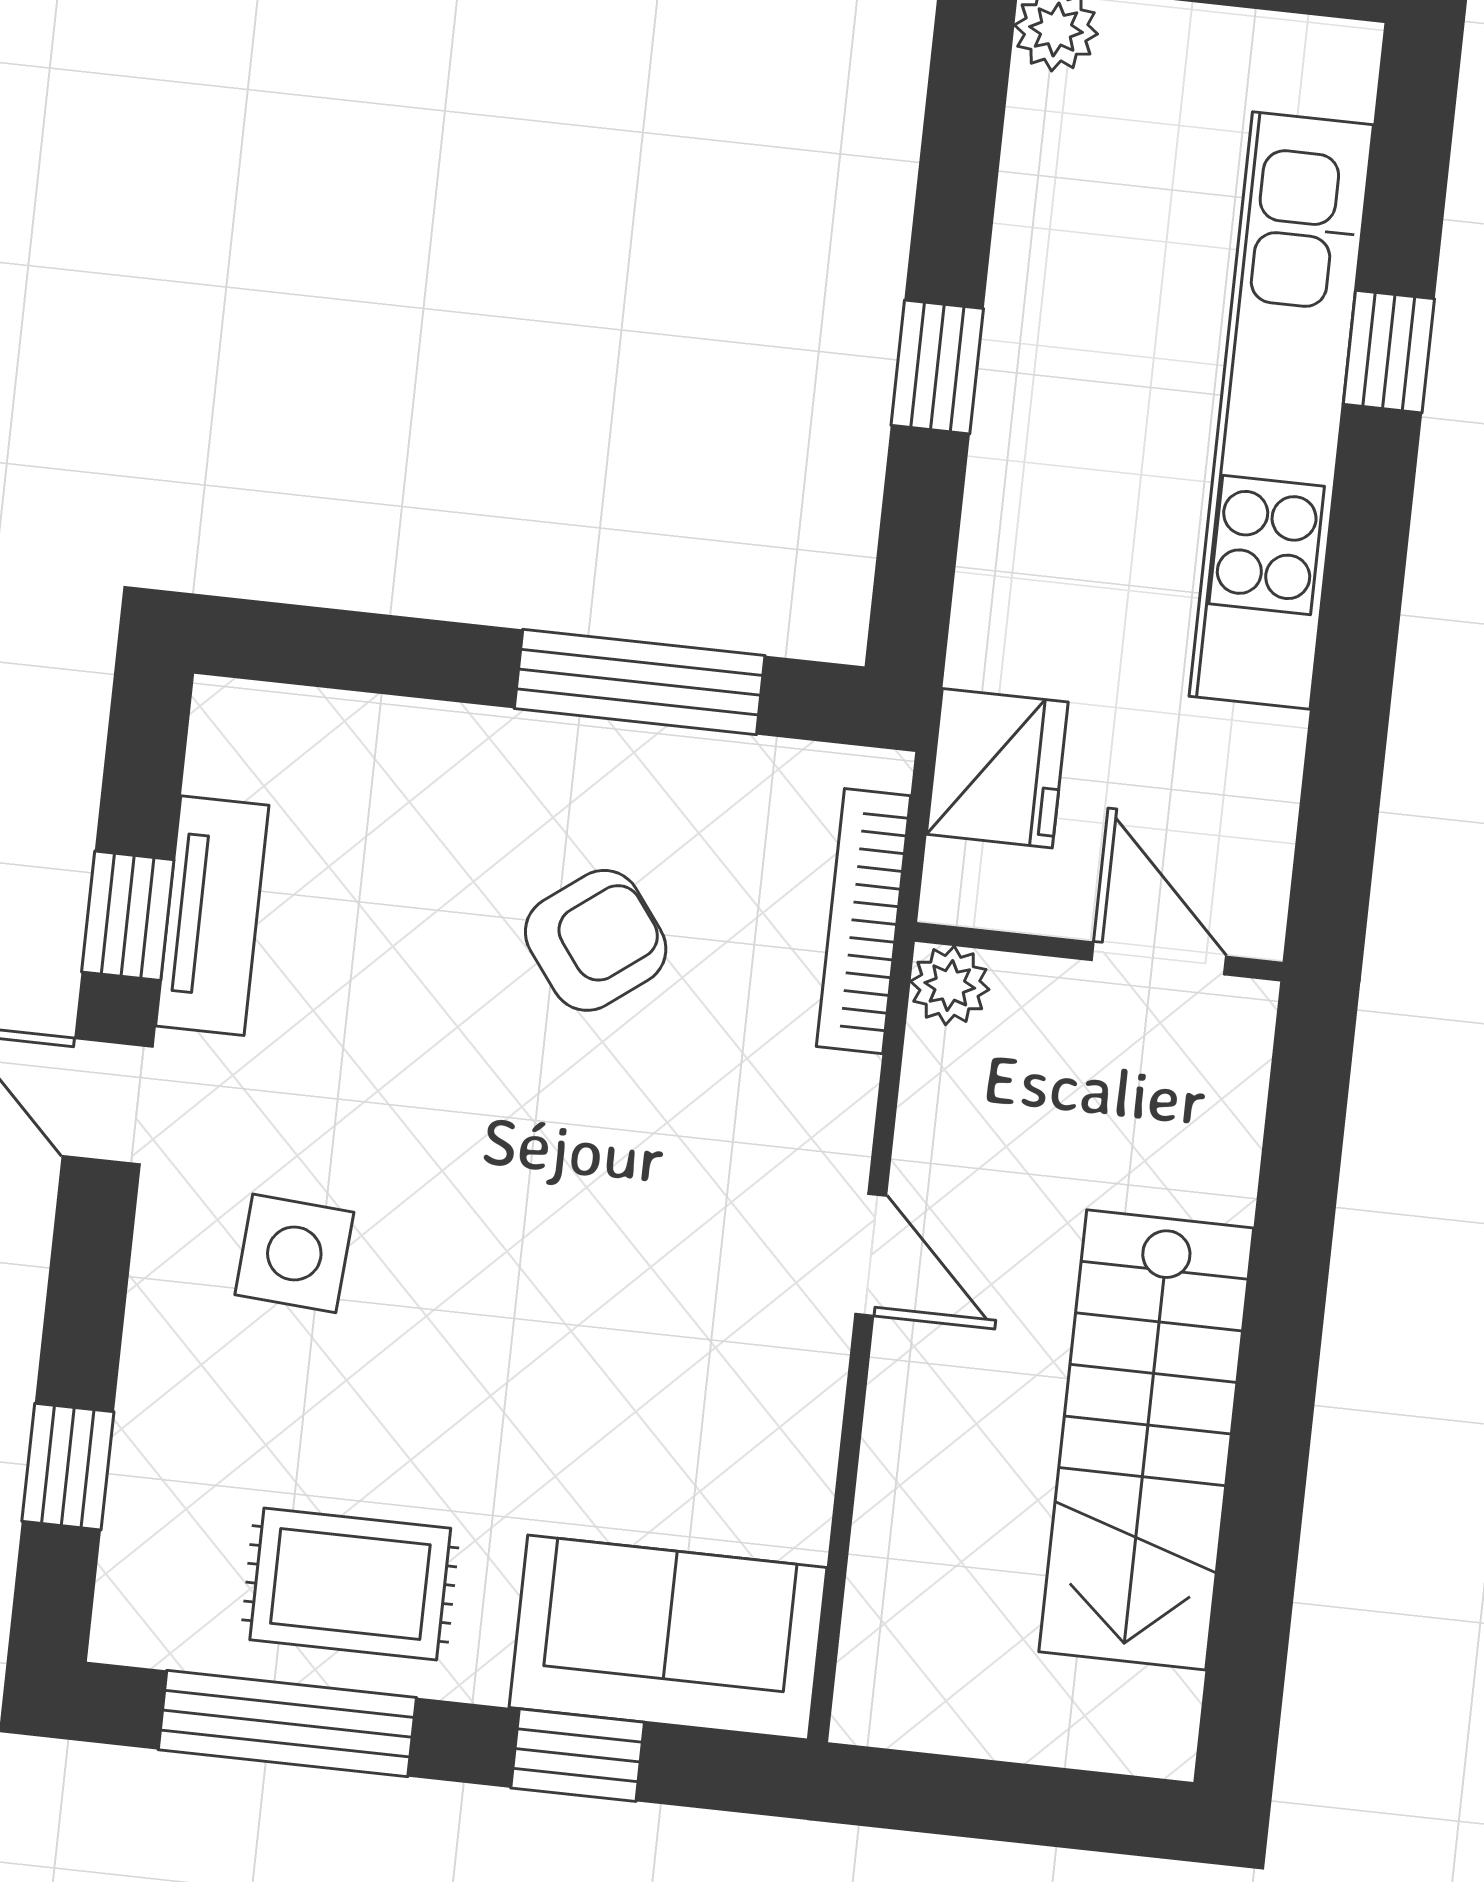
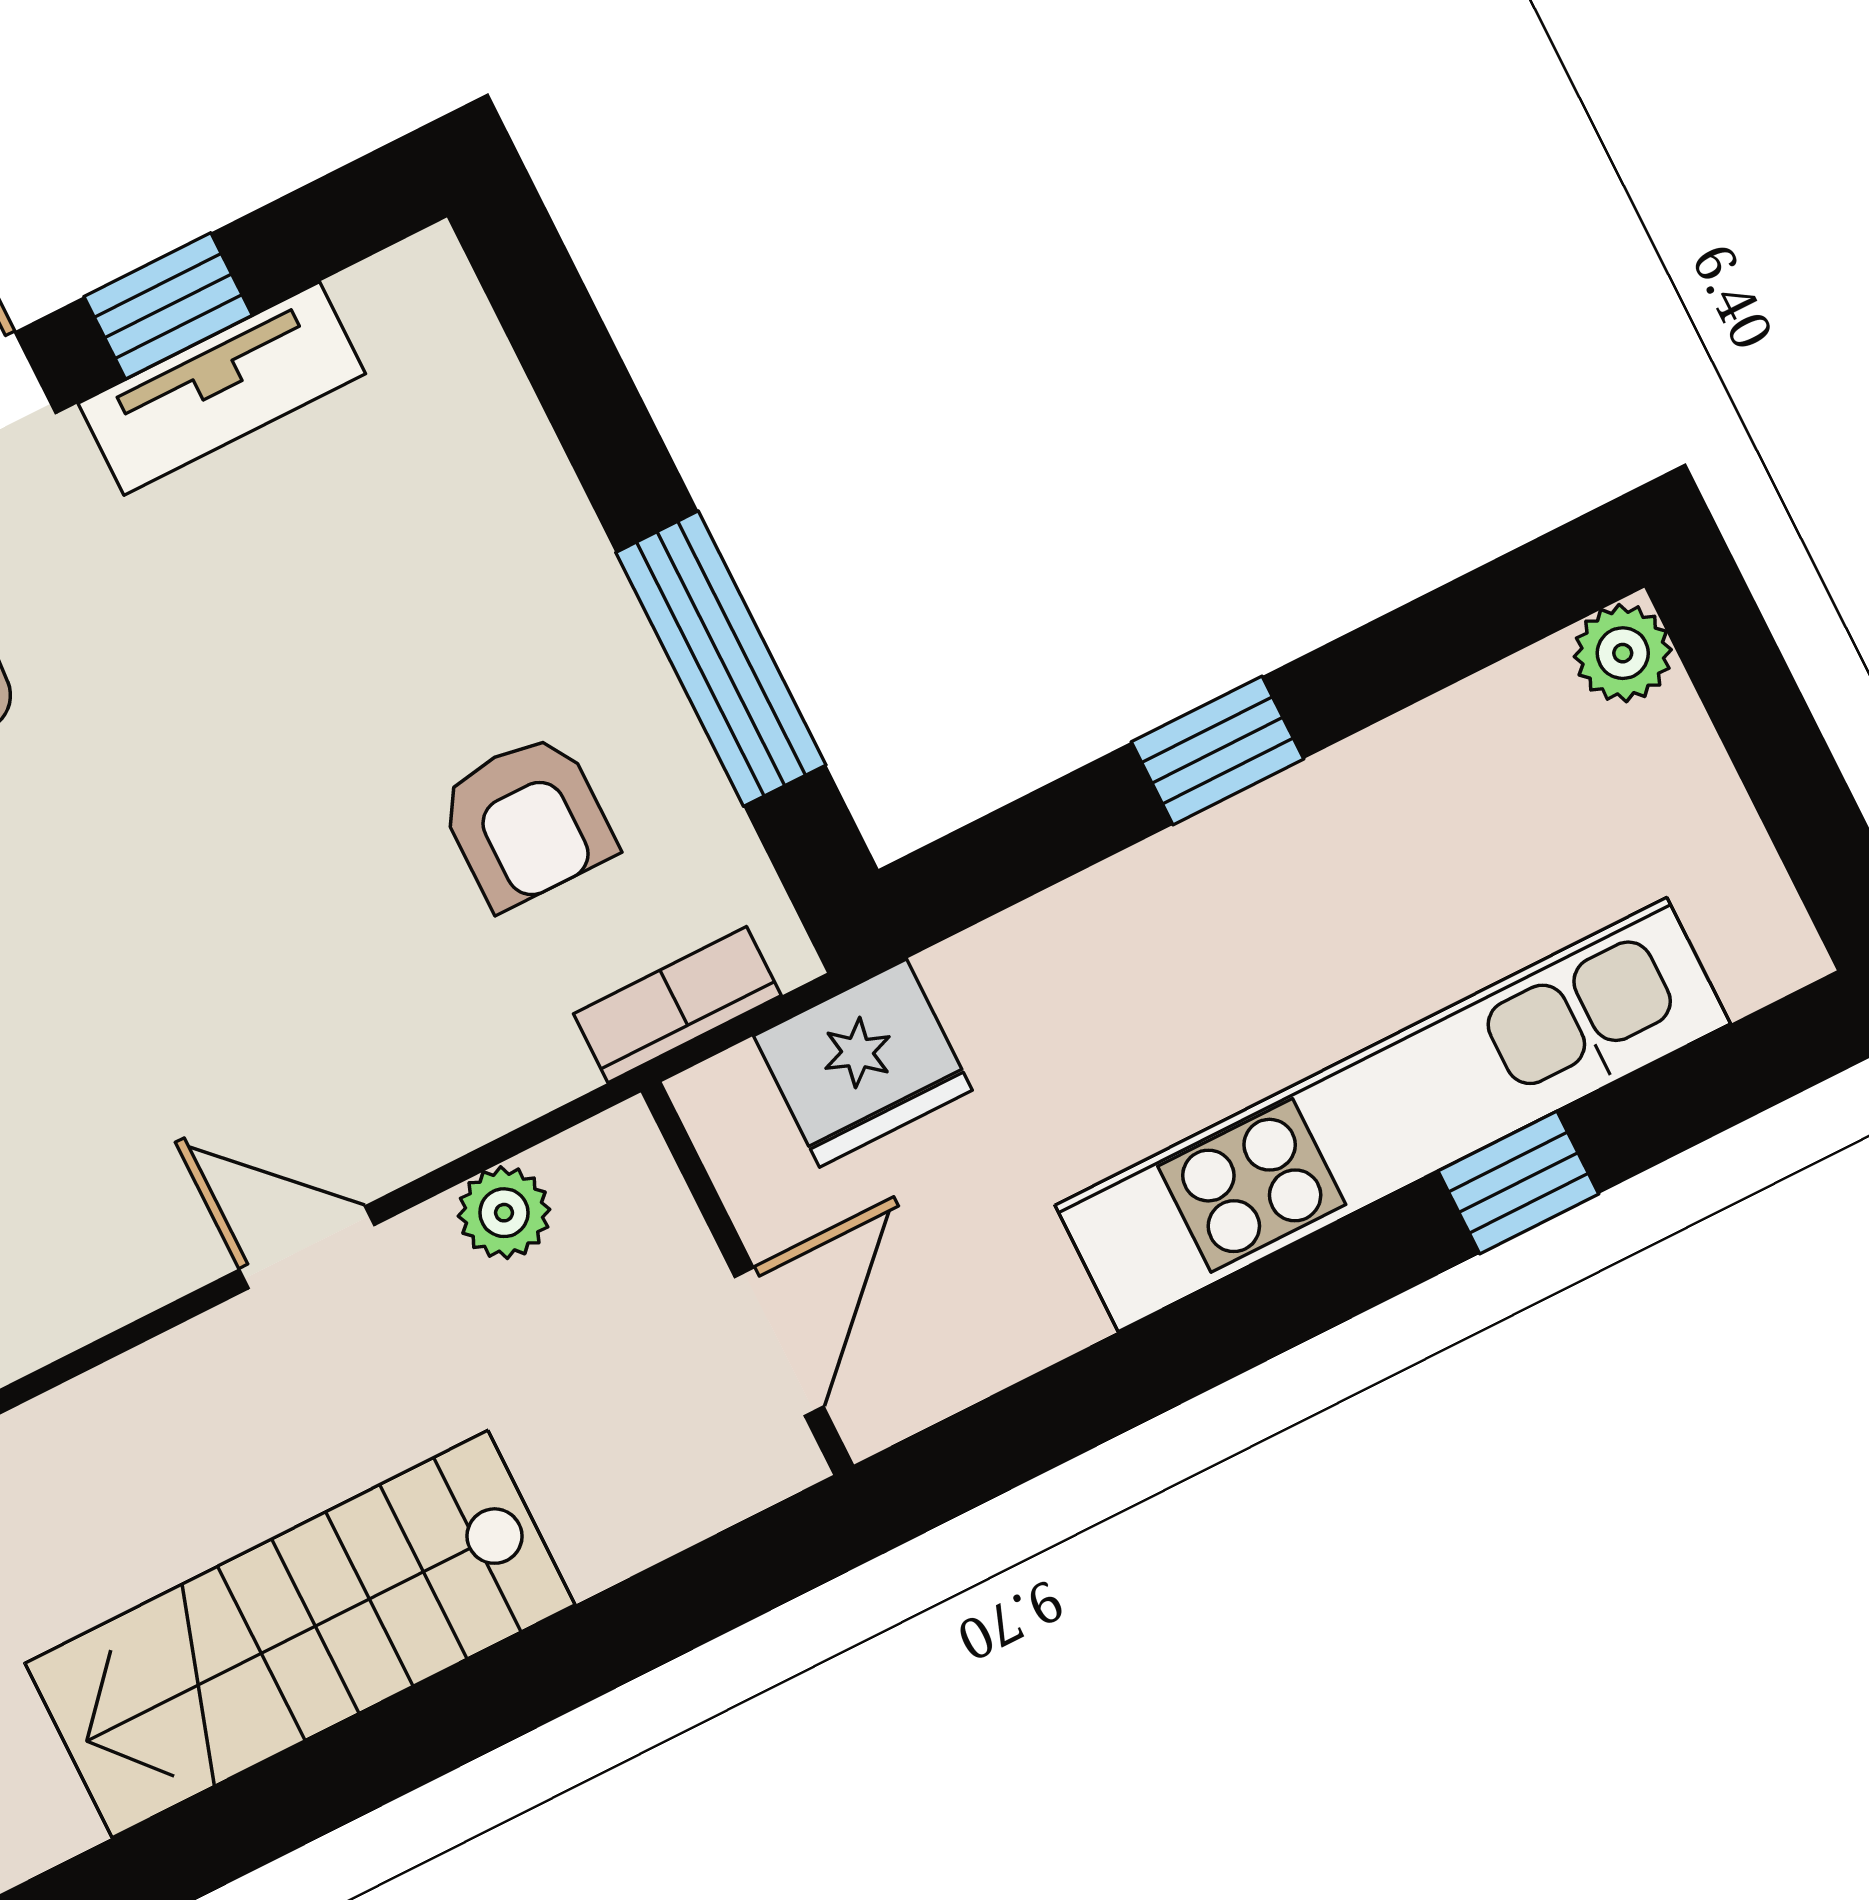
bookcase: (864, 921) -> (677, 1005), width x0.64
armchair: (596, 940) -> (527, 821), moved, turned 37
plant: (950, 985) -> (504, 1213), moved
door: (871, 1255) -> (307, 1247), swing flipped

